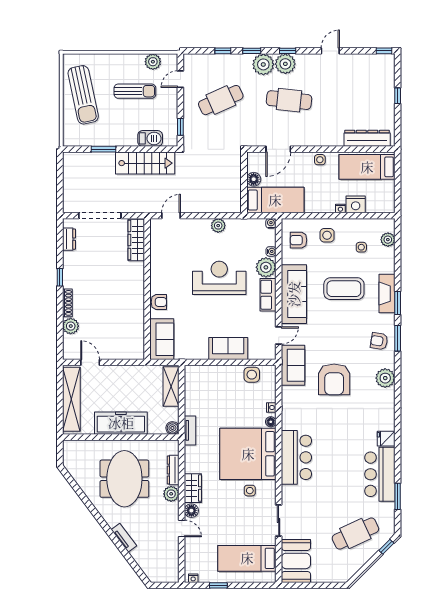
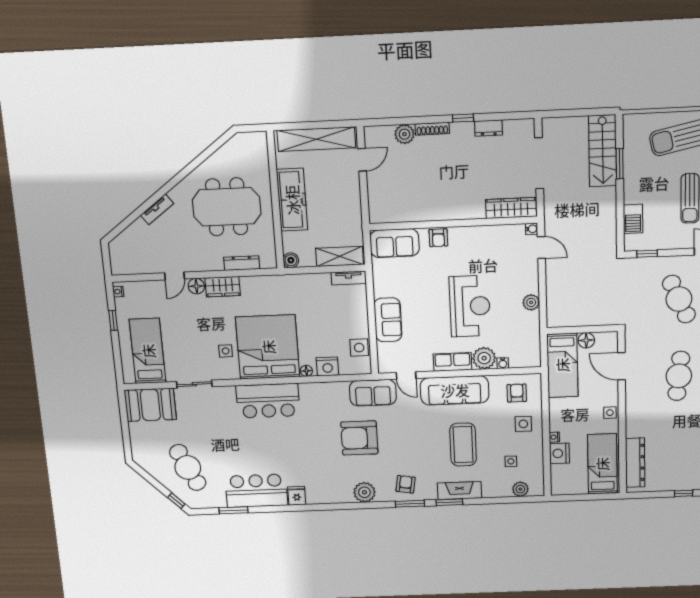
stairs: (145, 163) -> (603, 151), moved
water cooler: (271, 223) -> (532, 229), moved
dresser: (69, 239) -> (489, 128), moved
nightstand: (271, 408) -> (327, 366), width x1.89, depth x1.79
tv unit: (190, 430) -> (349, 278), moved
plant: (171, 494) -> (214, 262), removed

